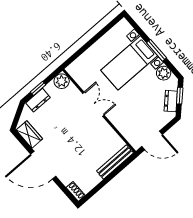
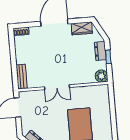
double door: (93, 104) -> (57, 87), moved
bench: (115, 162) -> (22, 76), width x0.73

